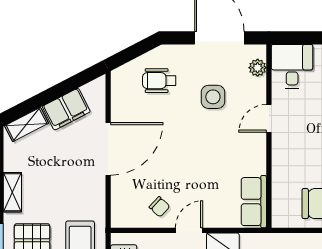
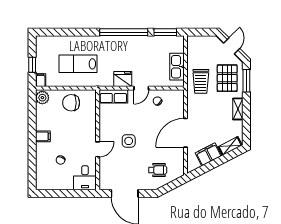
plant: (258, 68) -> (104, 177), removed
side table: (213, 97) -> (129, 141), moved
row of seats: (254, 202) -> (113, 96), moved, turned 90

